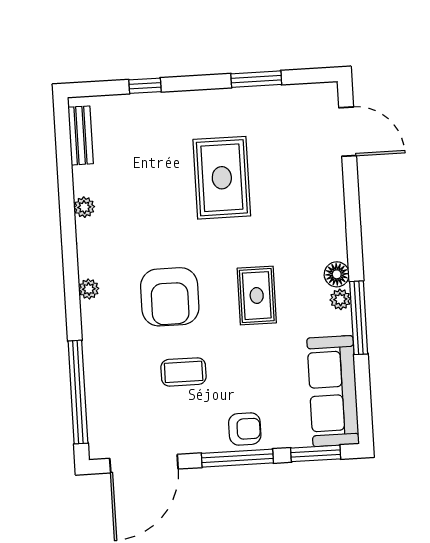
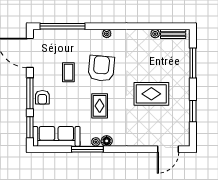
window: (145, 86) -> (193, 63), width x2.17
plant: (84, 207) -> (155, 34), moved
rug: (257, 296) -> (100, 106), turned 90
armchair: (170, 297) -> (101, 68), turned 95

